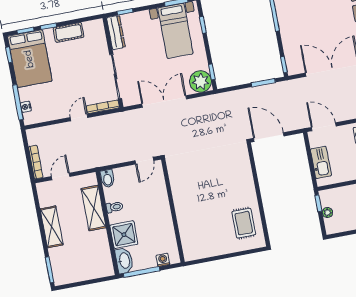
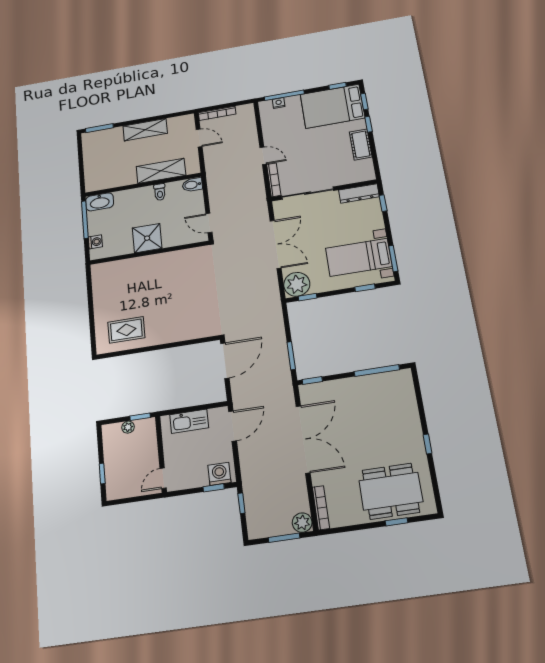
shower: (124, 235) -> (147, 238), moved

